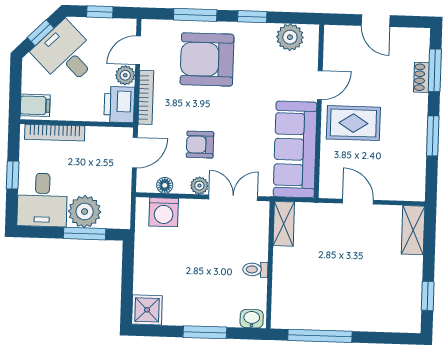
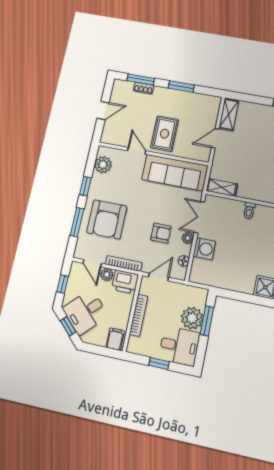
bookcase: (55, 133) -> (139, 315), moved
armchair: (200, 145) -> (161, 233), turned -90
door: (135, 153) -> (159, 277), hinge flipped
washing machine: (164, 212) -> (204, 249), moved
shelving: (413, 230) -> (229, 115), moved, turned 90

